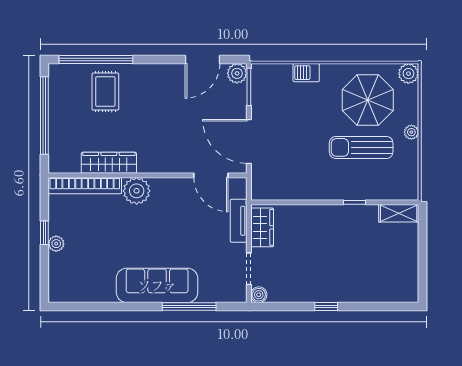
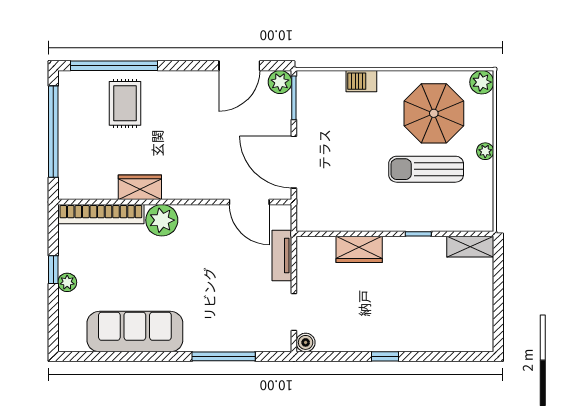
wardrobe: (109, 163) -> (140, 187), width x0.67
wardrobe: (262, 227) -> (359, 249), moved, turned 90
sofa: (157, 285) -> (135, 332), moved

